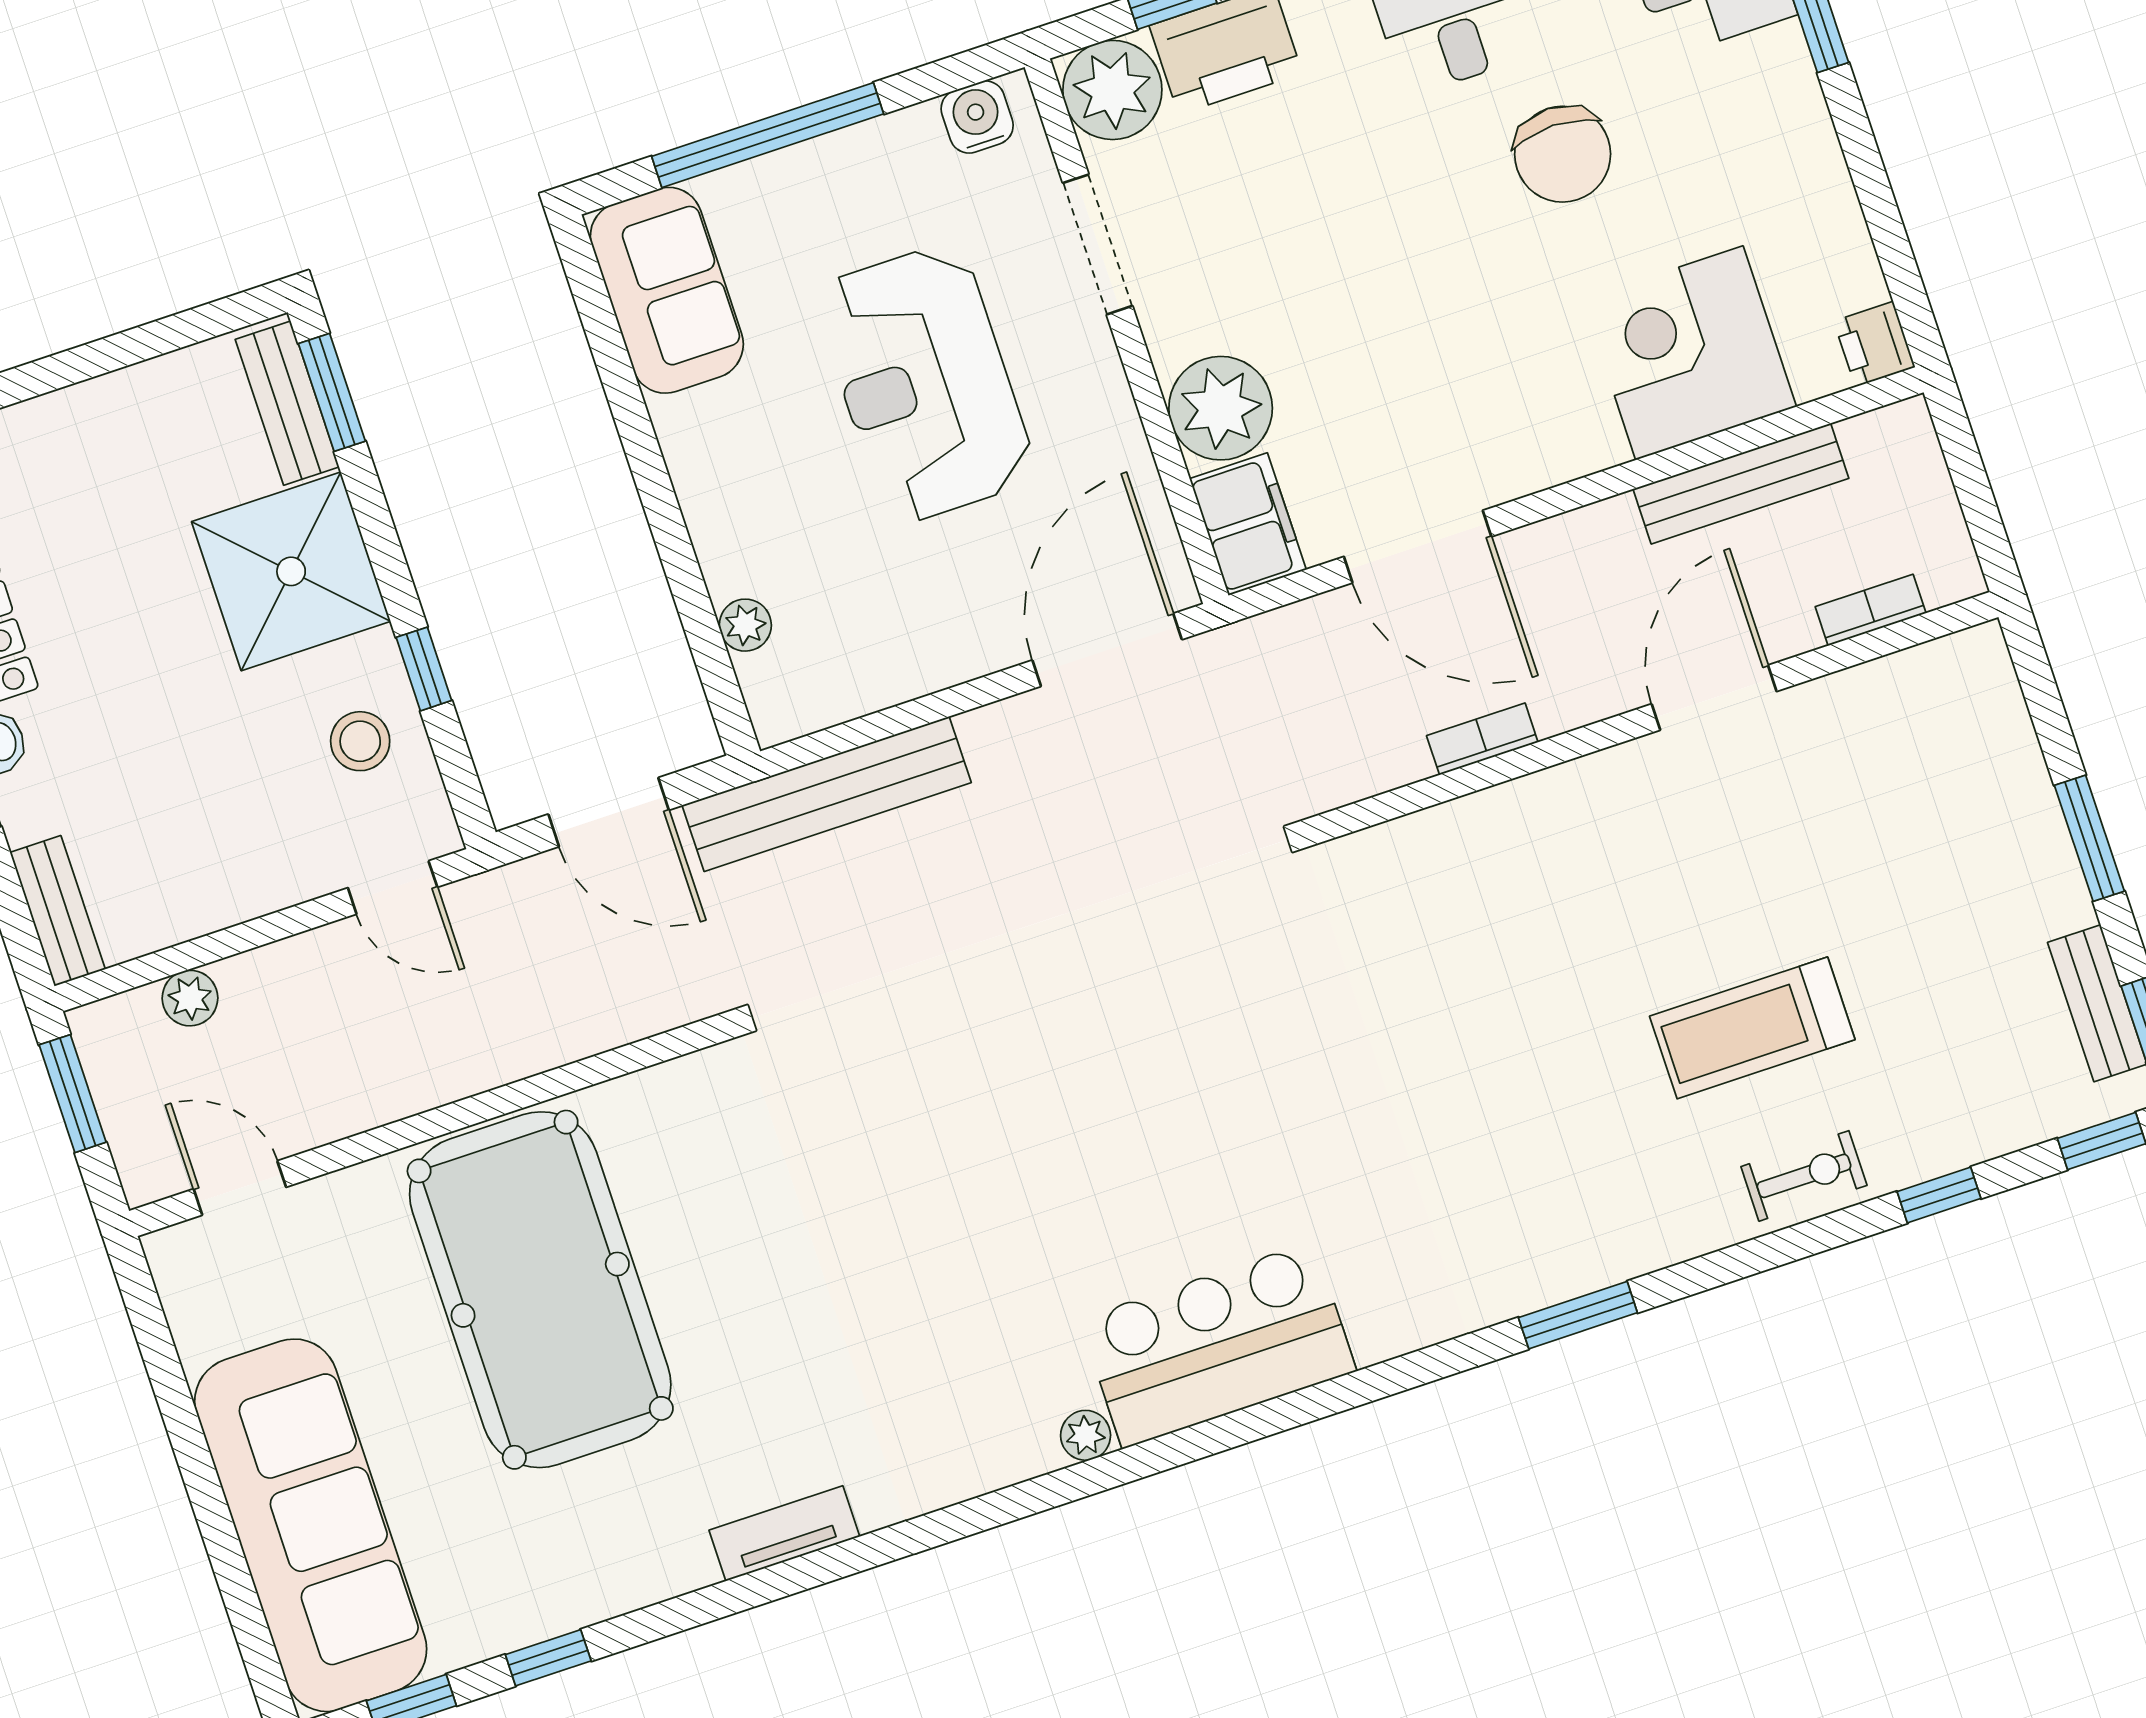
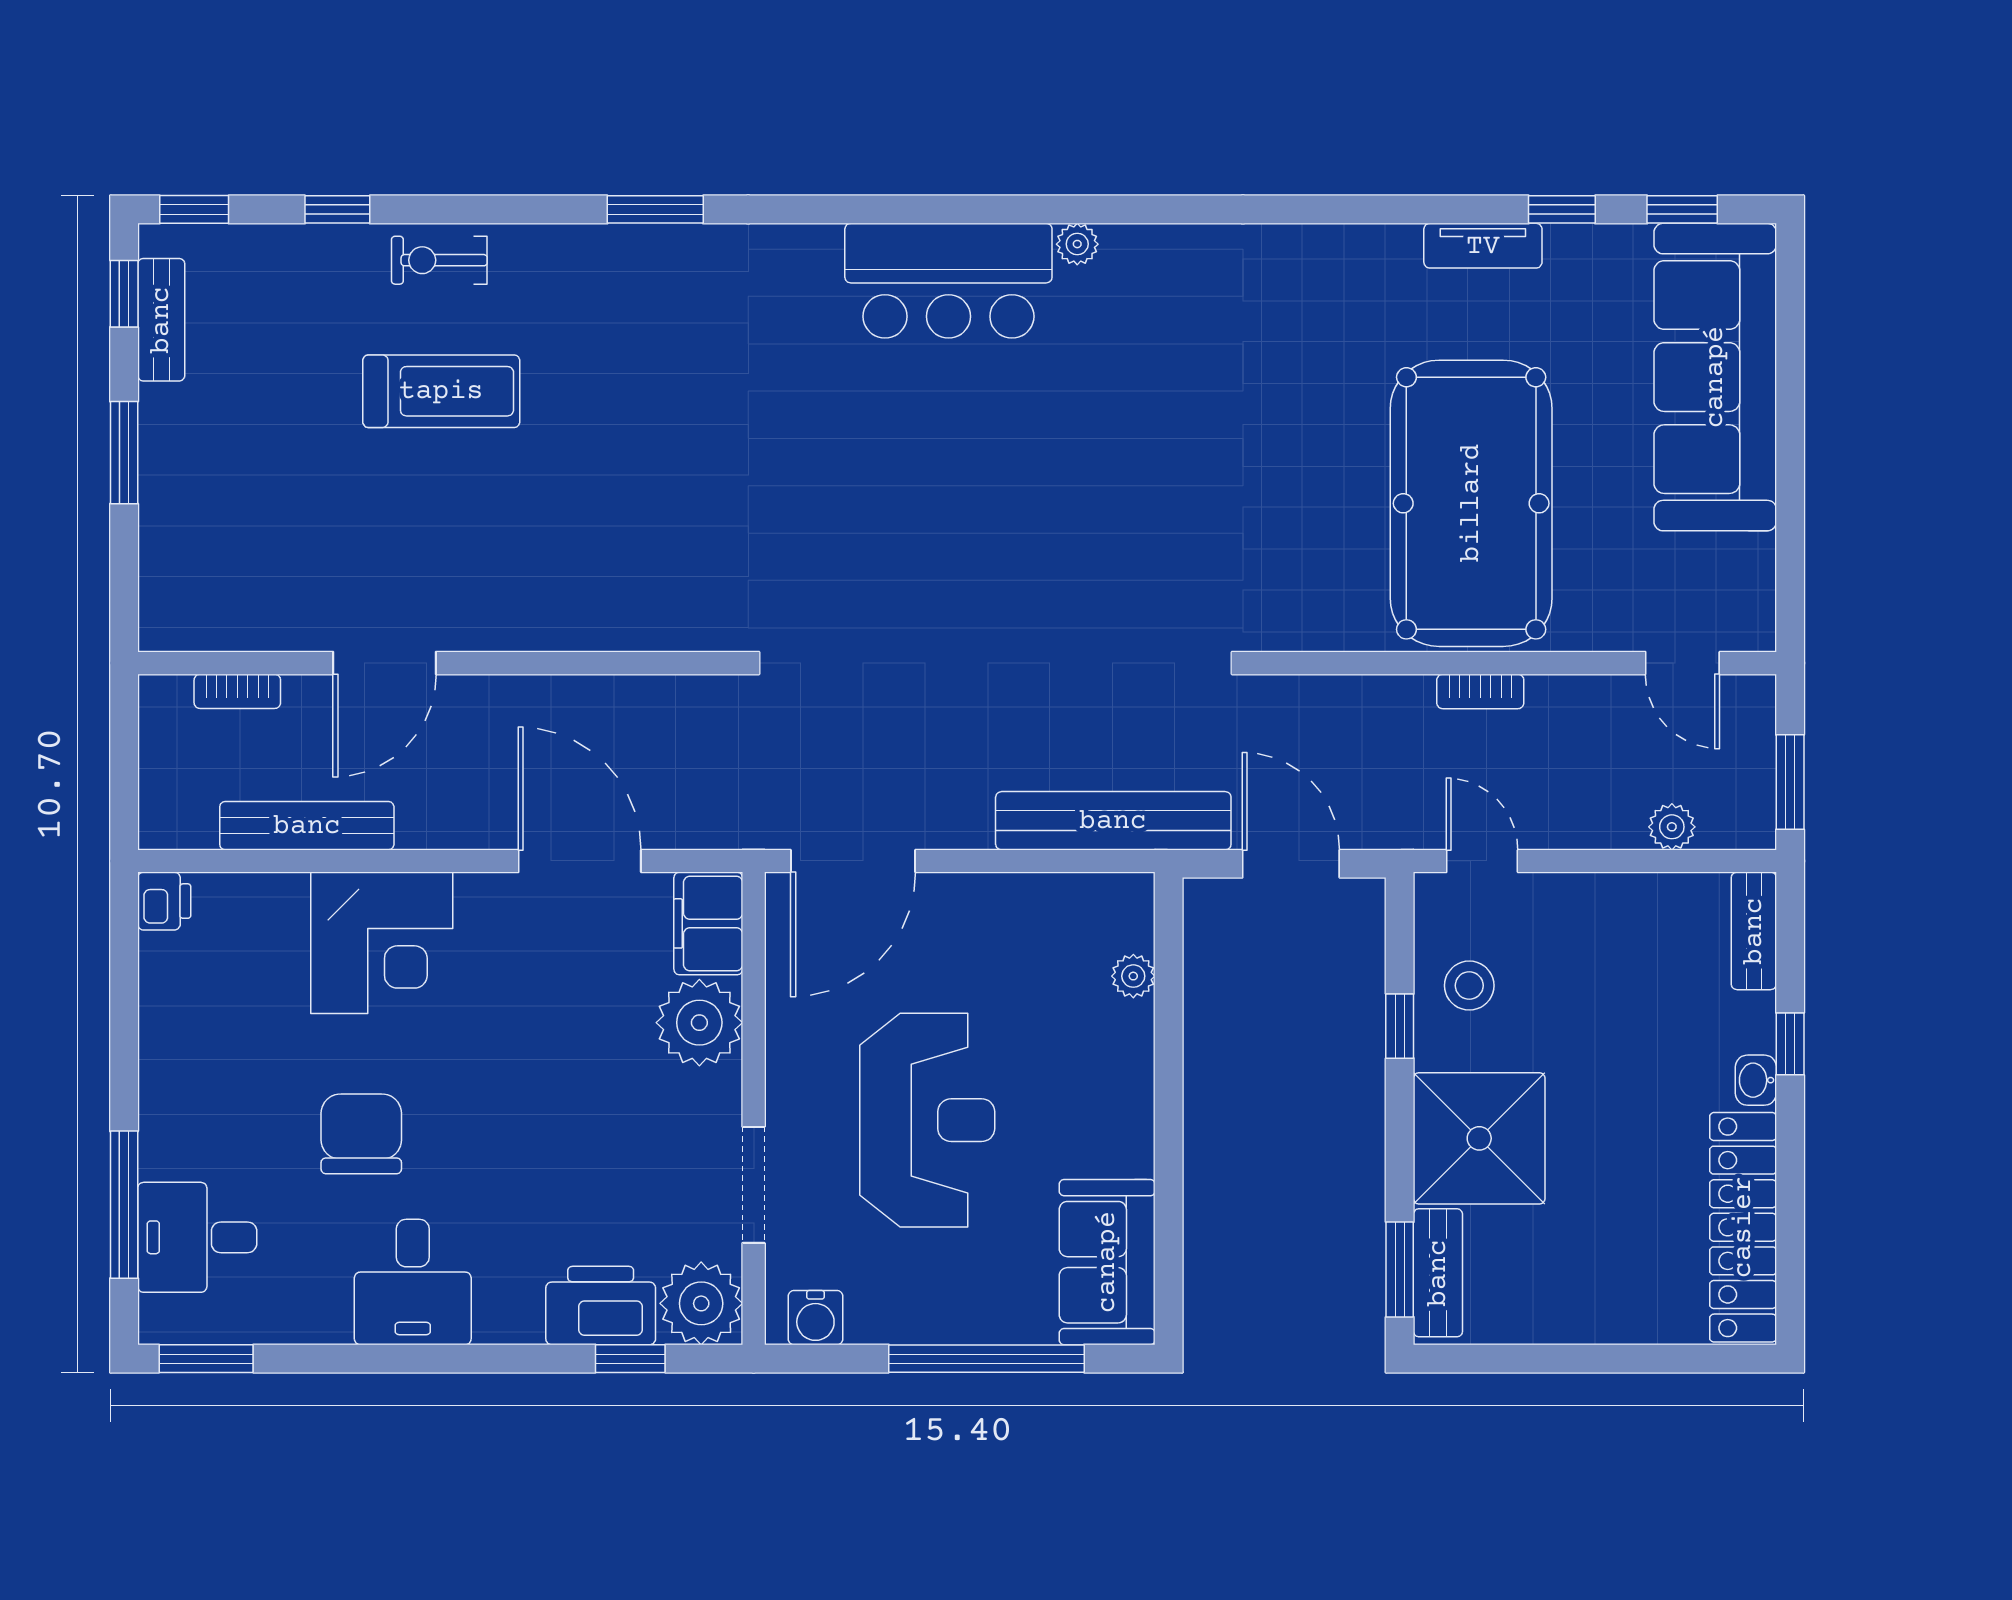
corner desk: (1689, 353) -> (382, 943), moved
bookcase: (1482, 739) -> (1480, 691), moved
tv unit: (784, 1533) -> (1483, 246), moved

